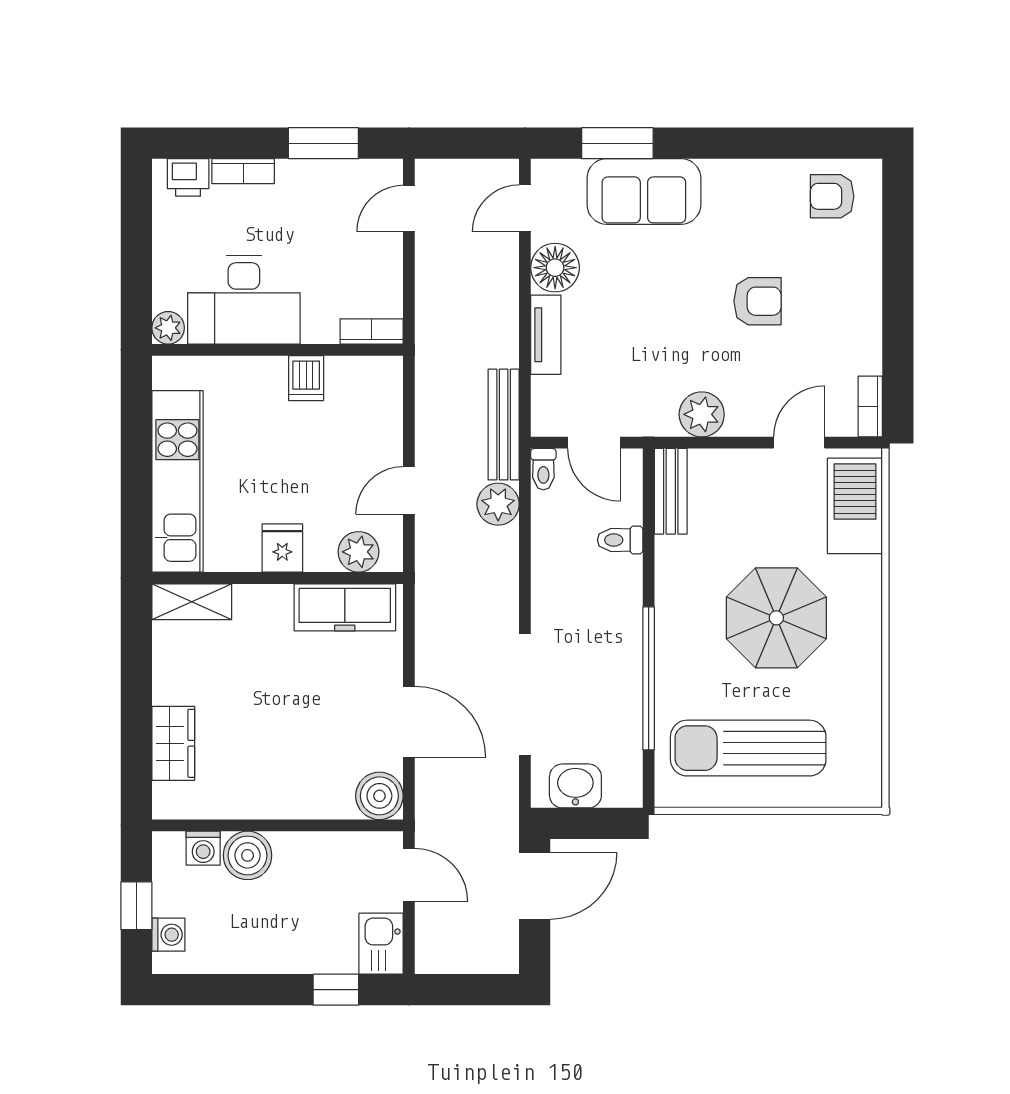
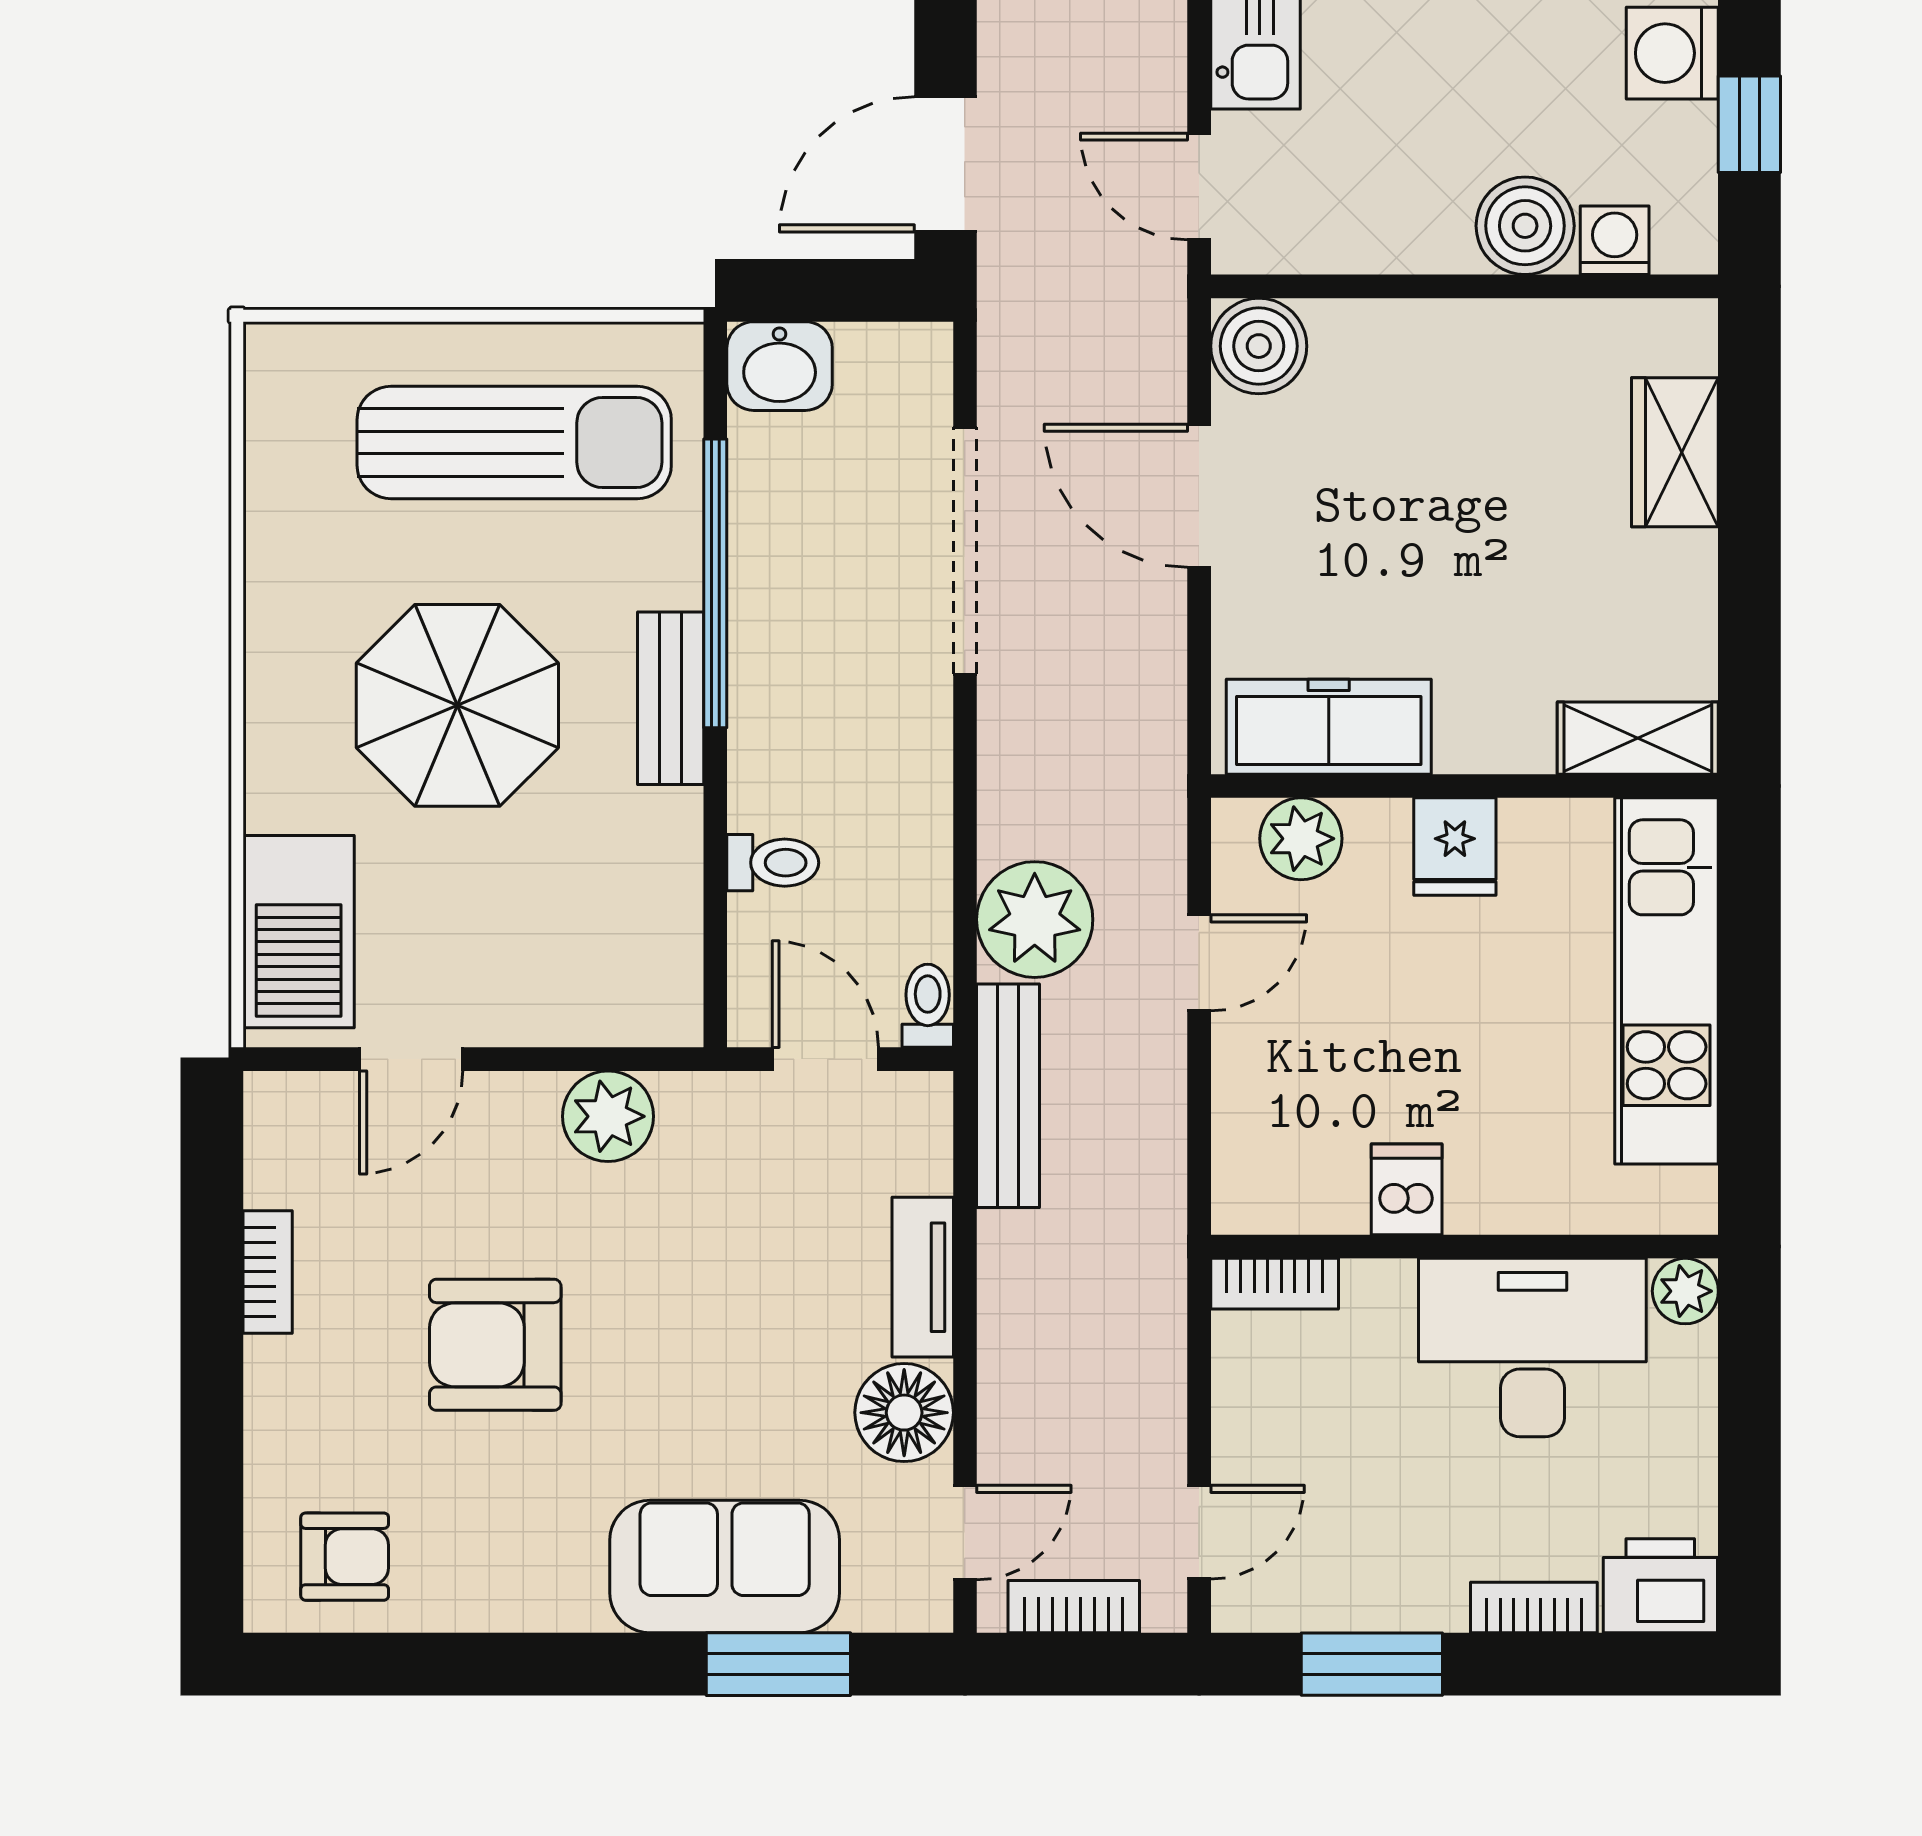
bookcase: (471, 172) -> (1074, 1607), added
printer: (188, 177) -> (1660, 1586), width x1.36, depth x1.24
armchair: (758, 301) -> (495, 1345), width x1.38, depth x1.38
bookcase: (870, 406) -> (268, 1272), moved
bench: (671, 491) -> (671, 698), moved
plant: (498, 504) -> (1035, 920), width x1.36, depth x1.36
washbasin: (575, 786) -> (780, 366), moved
washing machine: (168, 935) -> (1672, 53), width x1.38, depth x1.38

